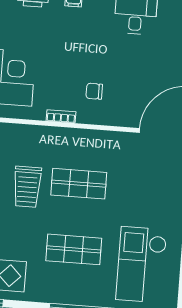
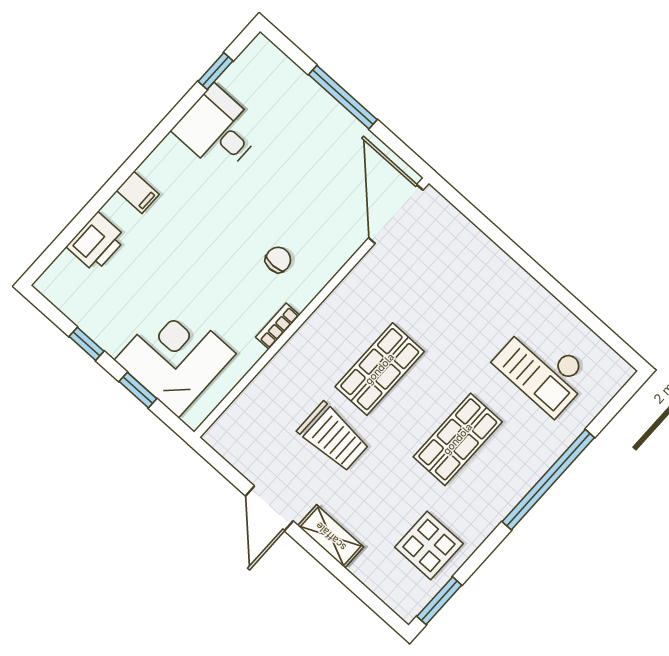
chair: (94, 91) -> (278, 260), turned 180
checkout: (141, 265) -> (543, 369), width x0.73, depth x0.83

